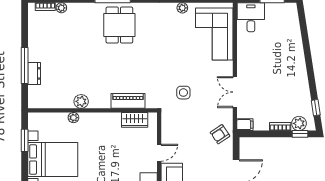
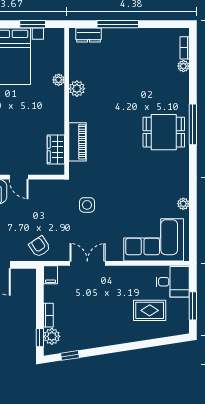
rug: (276, 37) -> (150, 310), added
dresser: (34, 73) -> (88, 35), moved

